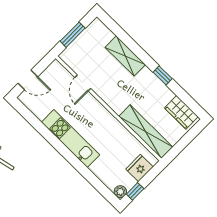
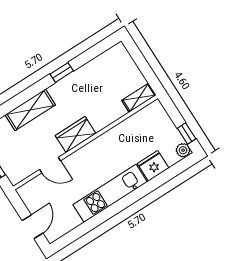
wardrobe: (181, 112) -> (76, 135), moved, turned 180
shelving: (146, 132) -> (139, 98), width x0.45, depth x0.75
fridge: (139, 168) -> (153, 166), moved, turned 90

